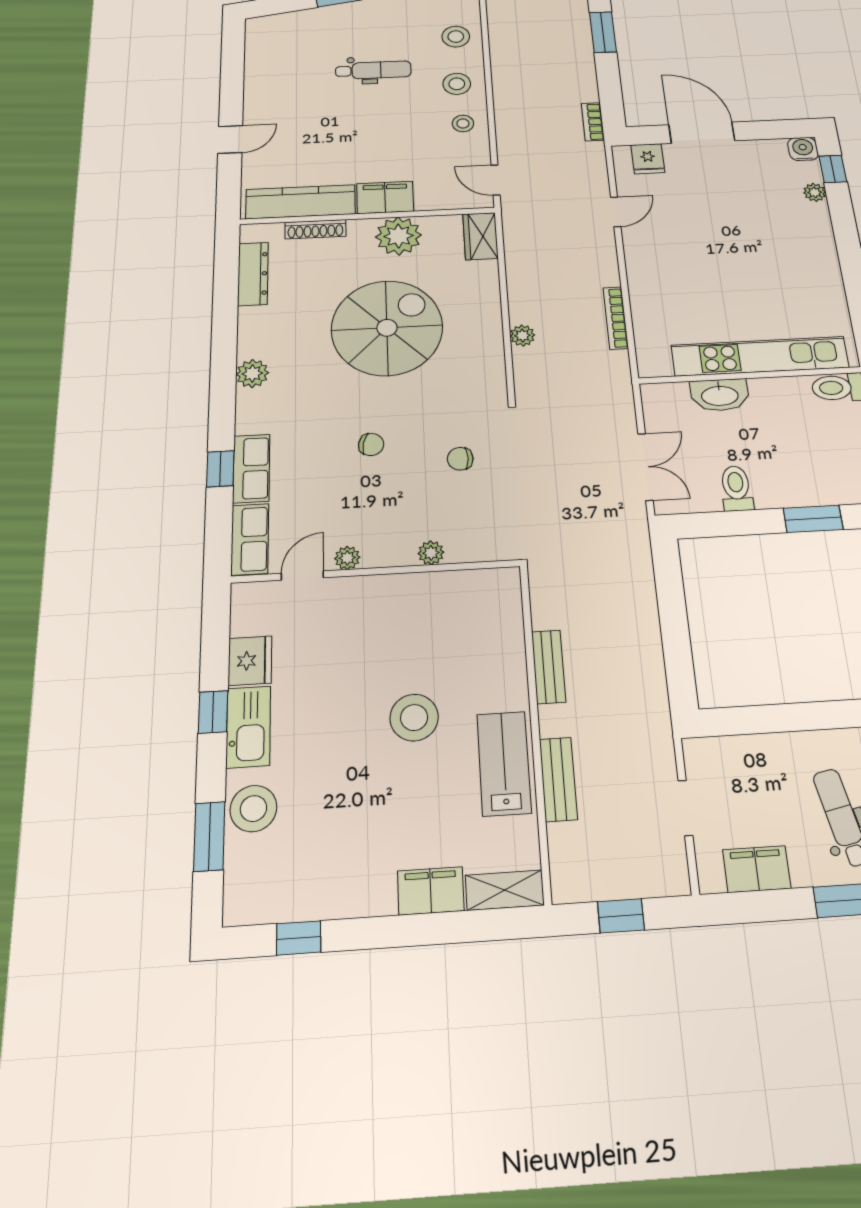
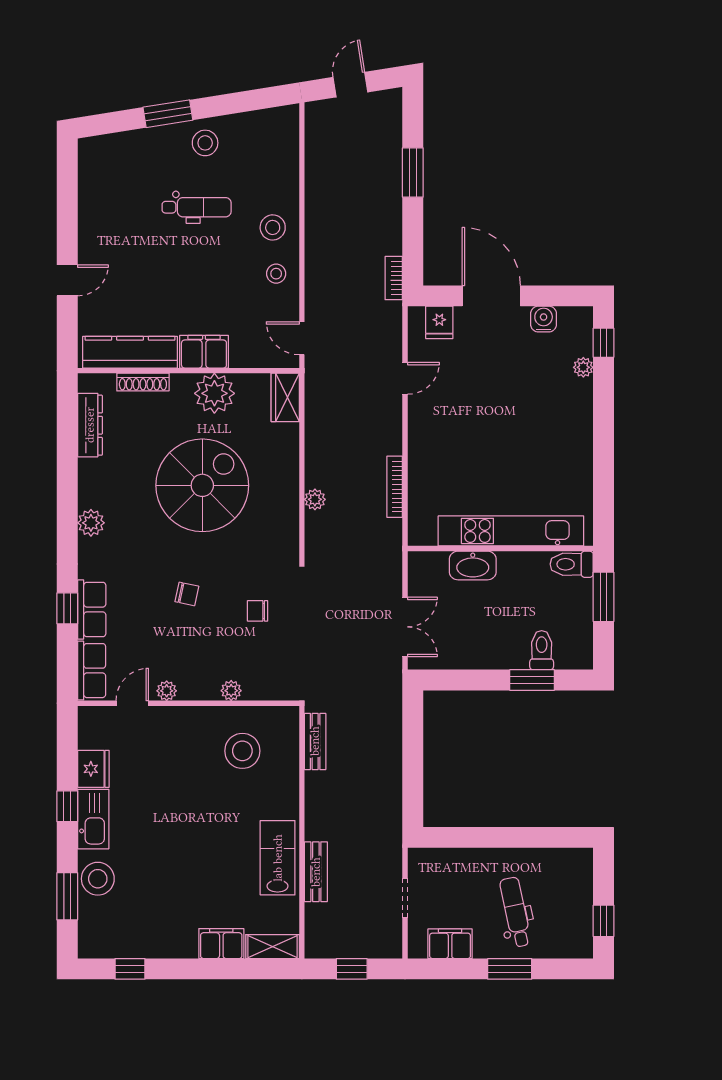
stool: (456, 37) -> (205, 143), moved
water cooler: (803, 149) -> (544, 319), moved
toilet: (736, 488) -> (542, 650), moved
bench: (549, 667) -> (315, 741), moved
stool: (414, 718) -> (242, 751), moved

